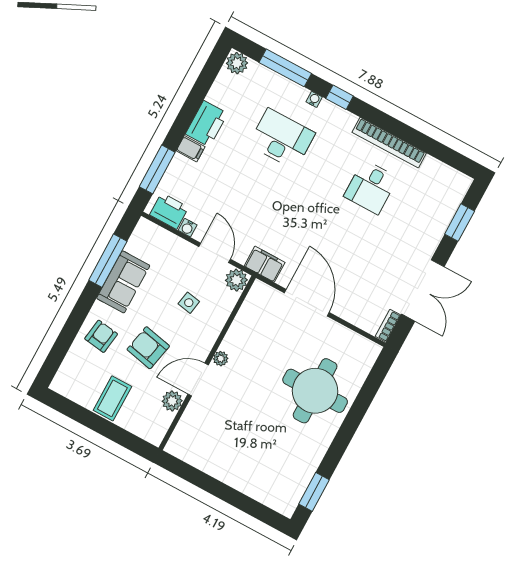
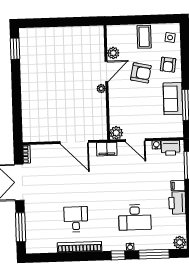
window: (460, 223) -> (21, 227), width x1.44
side table: (189, 303) -> (170, 38), moved
round table: (315, 391) -> (44, 100), removed

